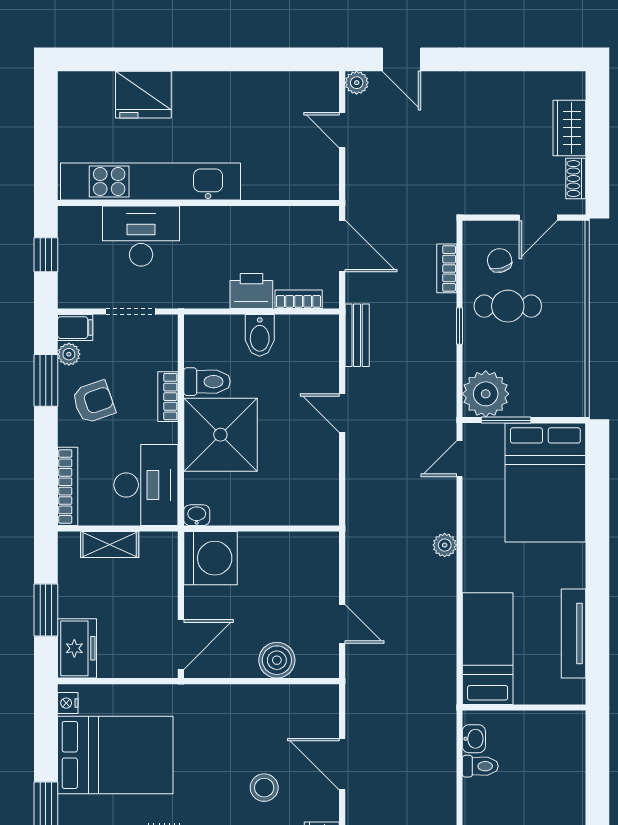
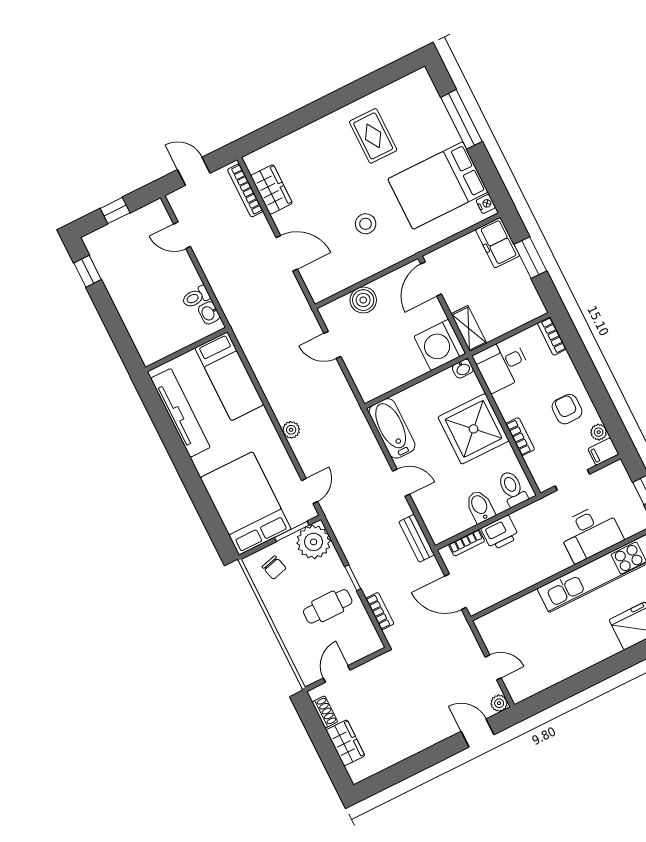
chair: (500, 260) -> (274, 568), moved
window: (46, 380) -> (605, 408), removed
toilet: (207, 382) -> (512, 489), moved, turned 90
armchair: (94, 402) -> (567, 409), turned 109
desk: (146, 485) -> (502, 365), width x0.73
bathtub: (320, 485) -> (392, 428), added
bookcase: (68, 486) -> (552, 336), width x0.64
shelving: (110, 545) -> (469, 329), moved, turned 90
tv unit: (573, 634) -> (180, 413), width x1.36, depth x1.29
stool: (264, 788) -> (366, 224), moved

